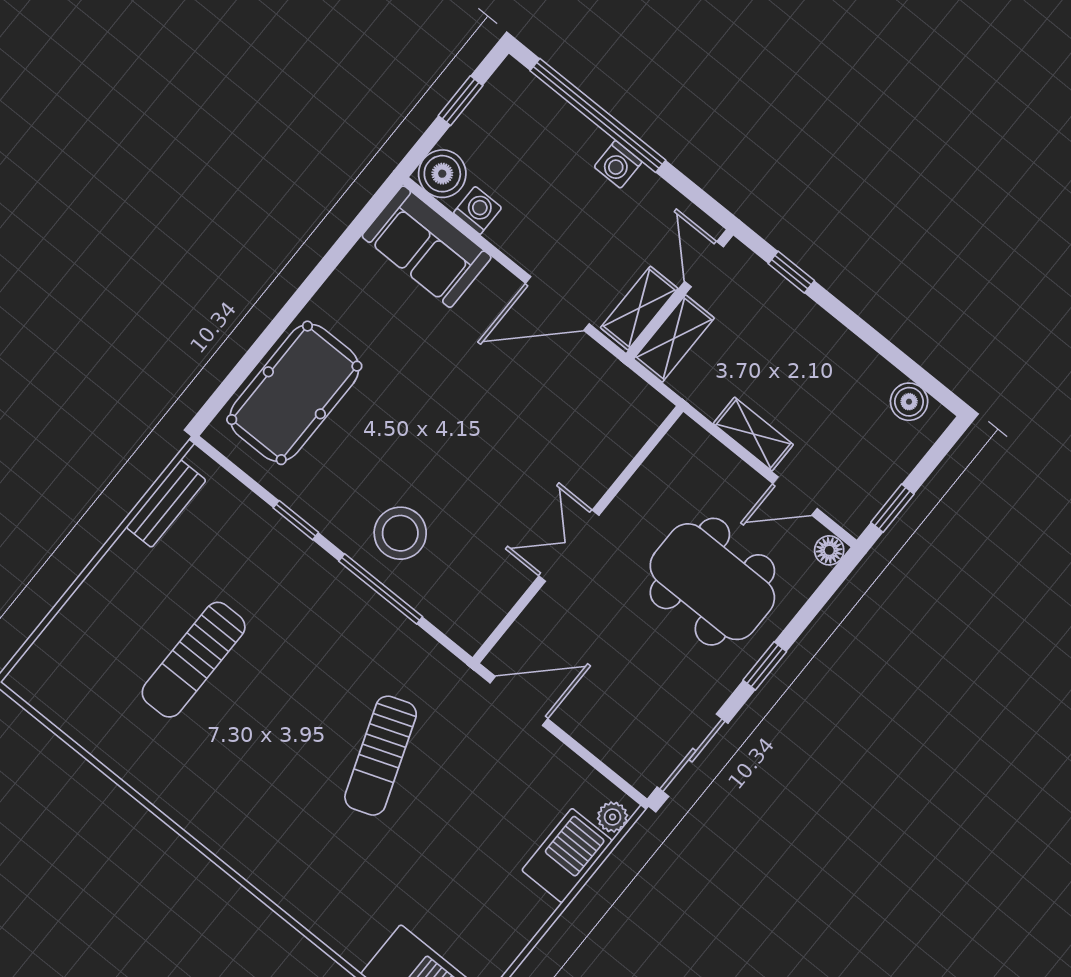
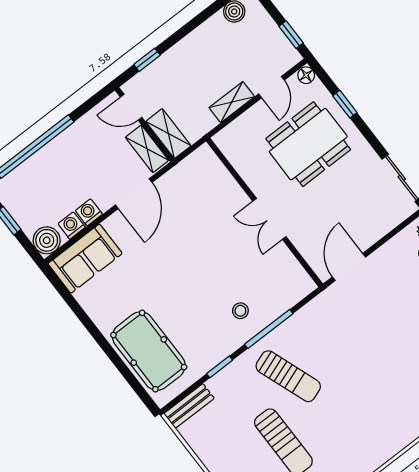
washing machine: (618, 164) -> (89, 212), moved, turned 180
bench: (166, 504) -> (189, 406), moved, turned 90
stool: (400, 533) -> (240, 311), width x0.53, depth x0.53
window: (765, 666) -> (345, 104), moved
sun lounger: (381, 756) -> (288, 376), moved

